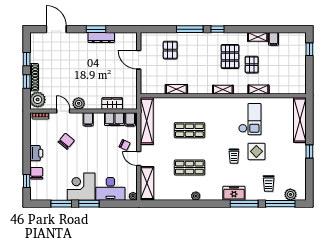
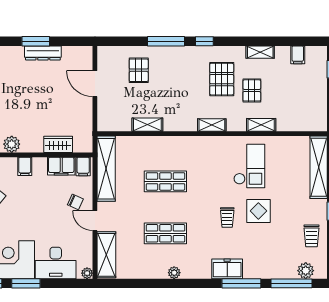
filing cabinet: (274, 39) -> (298, 55), moved
trolley: (269, 184) -> (311, 236), moved

